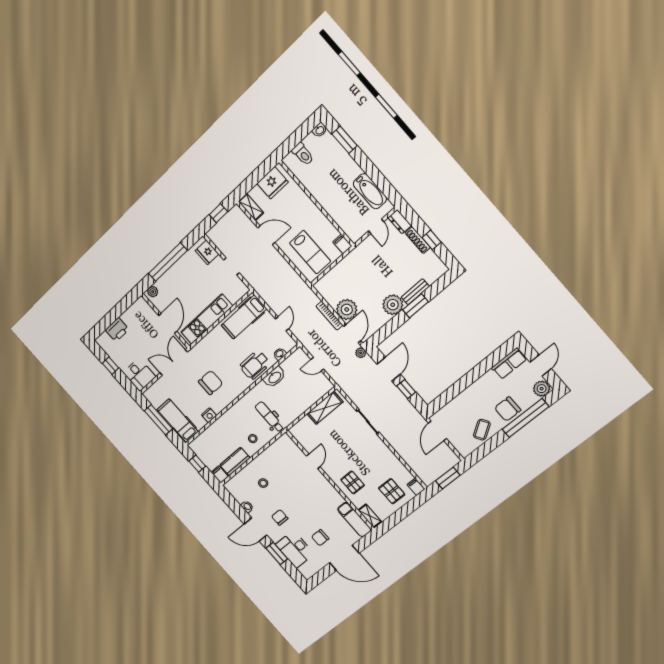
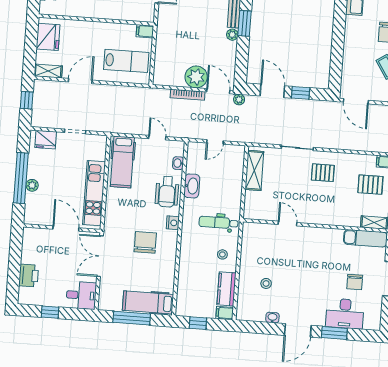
plant: (153, 292) -> (32, 185), moved
plant: (393, 305) -> (232, 35), width x0.53, depth x0.53
nightstand: (209, 415) -> (173, 223), moved
pallet: (353, 482) -> (323, 173), moved
chair: (280, 517) -> (307, 299), removed

